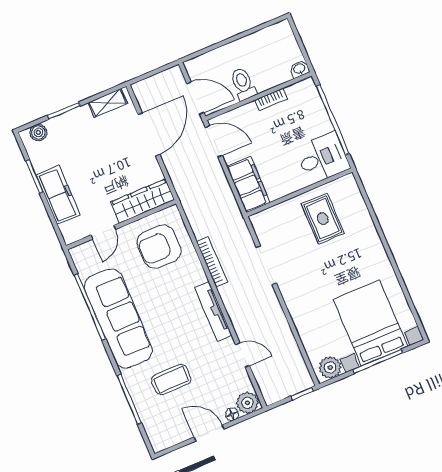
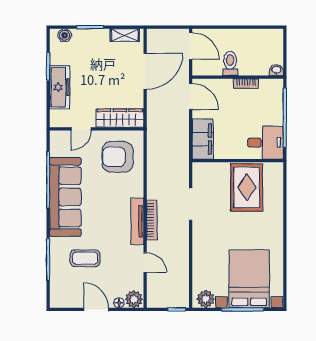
door: (195, 98) -> (191, 46), moved
rug: (323, 219) -> (247, 187), width x1.36, depth x1.43
bookcase: (212, 262) -> (152, 220), moved

